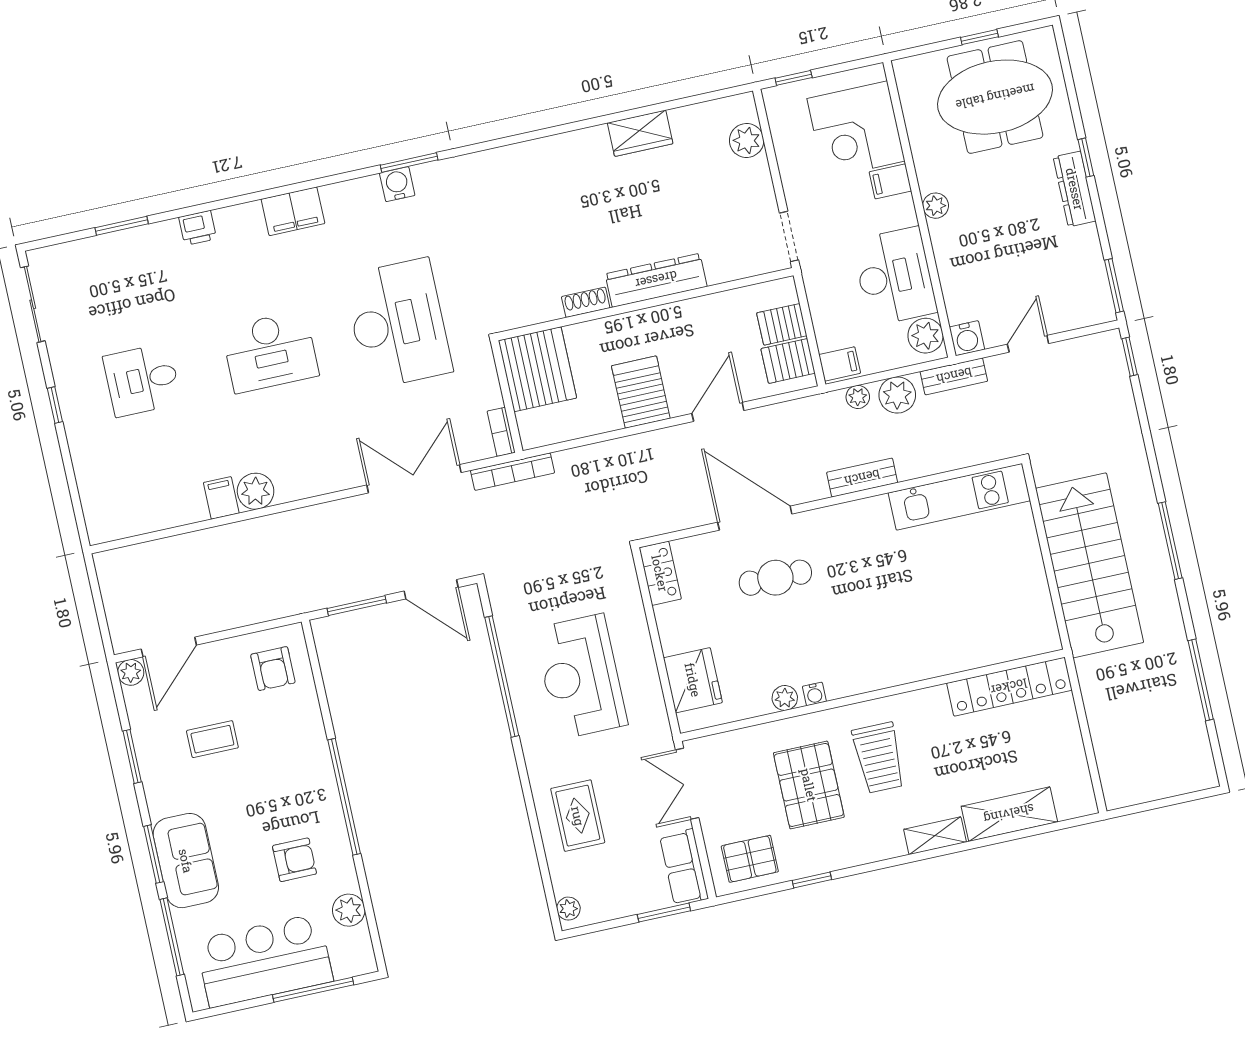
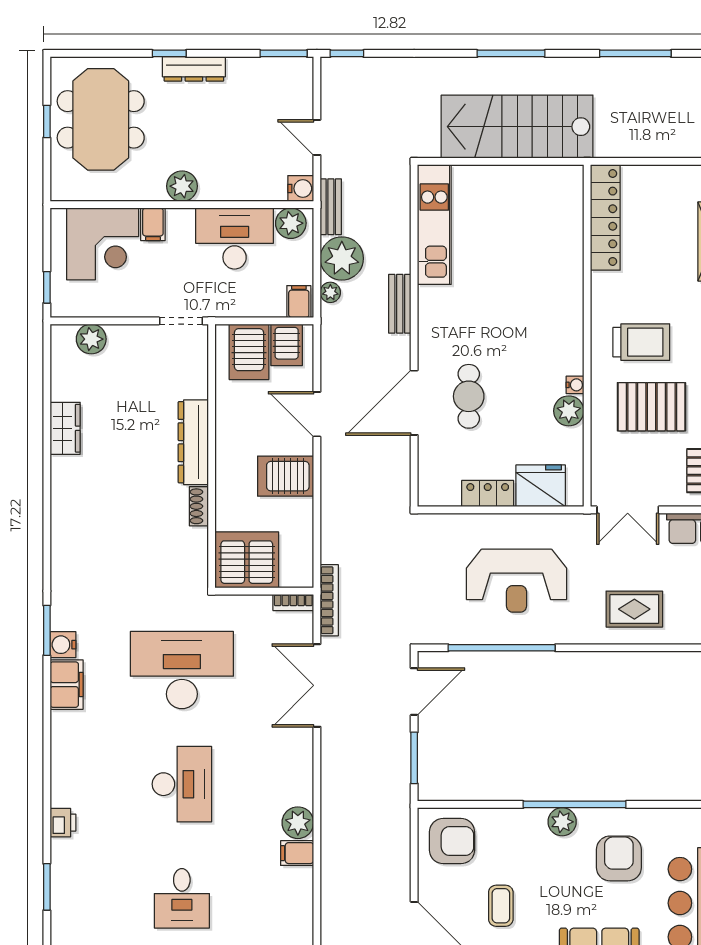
plant: (936, 206) -> (182, 186), width x1.38, depth x1.38
filing cabinet: (293, 211) -> (67, 685), moved
server rack: (782, 324) -> (249, 352), width x1.36, depth x1.44
plant: (897, 395) -> (342, 258), width x1.36, depth x1.36
locker: (660, 573) -> (488, 494), moved
armchair: (273, 669) -> (452, 841), width x1.38, depth x1.38
plant: (785, 698) -> (569, 411), width x1.38, depth x1.38
armchair: (294, 860) -> (619, 858), width x1.38, depth x1.38
plant: (349, 910) -> (562, 822), moved

